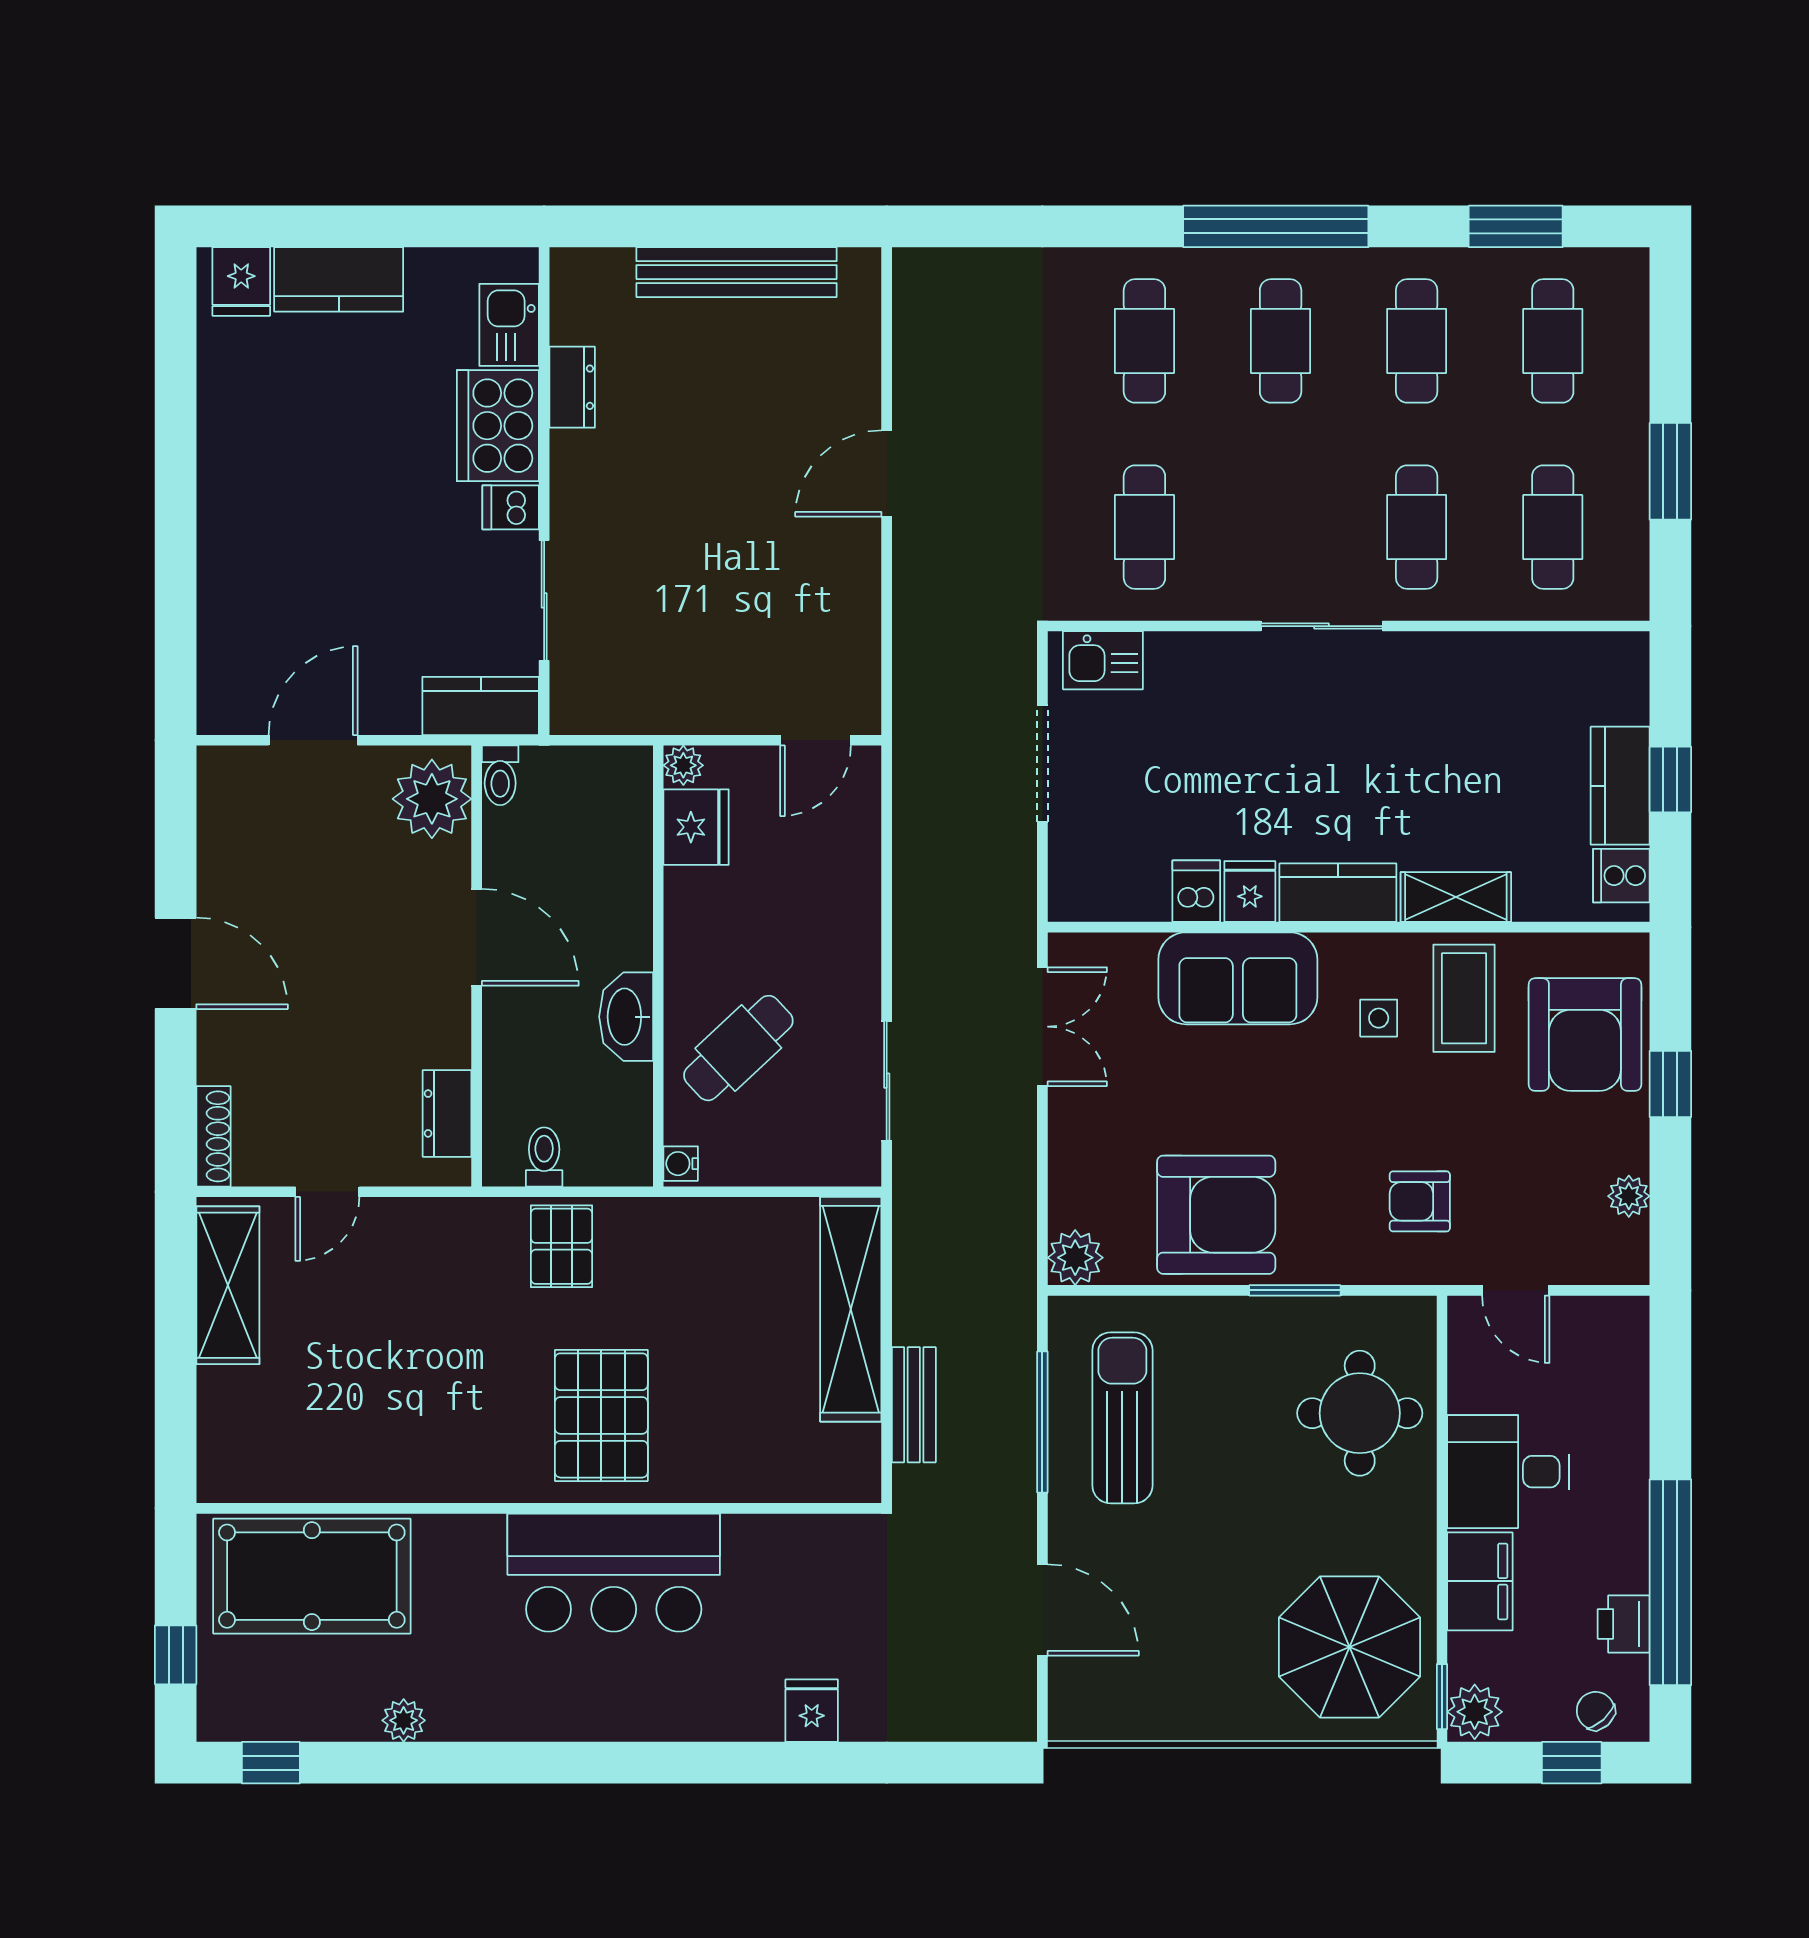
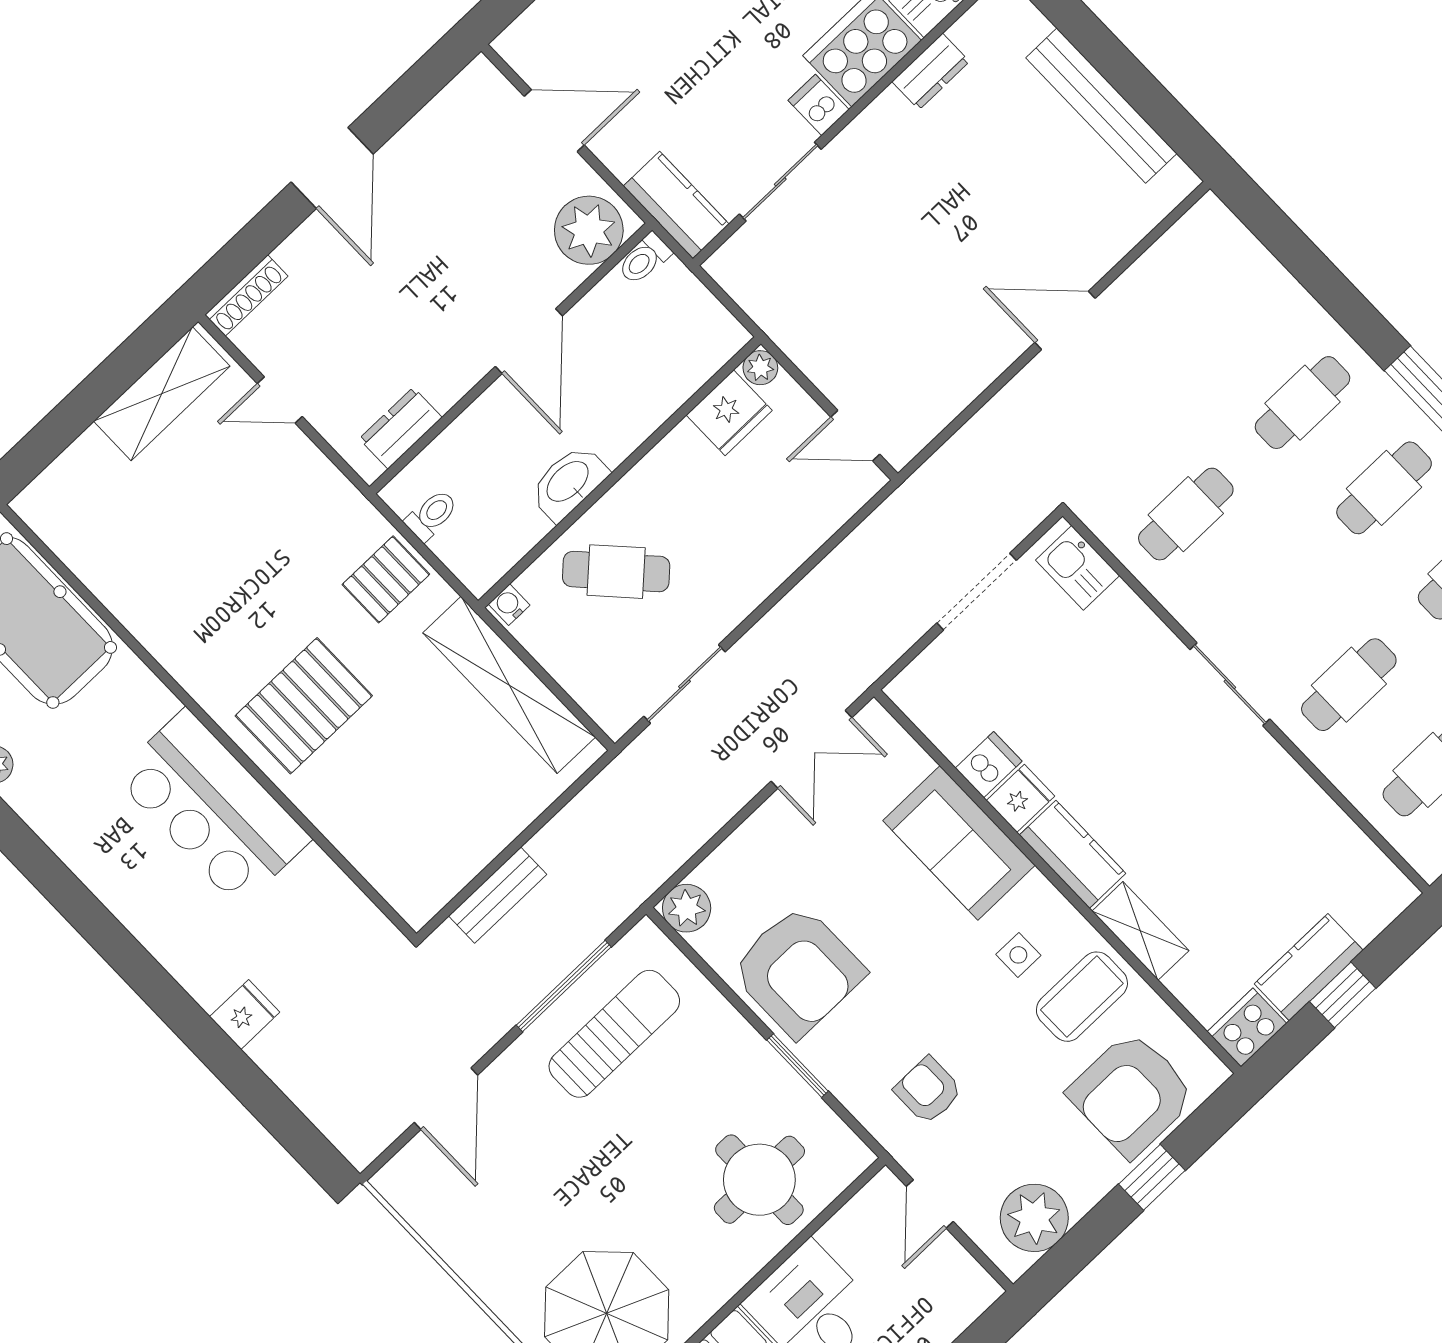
cooker: (1621, 876) -> (1247, 1028), width x1.36
plant: (1629, 1196) -> (1034, 1218), width x1.88, depth x1.88
shelving: (851, 1309) -> (509, 685), moved, turned 90

